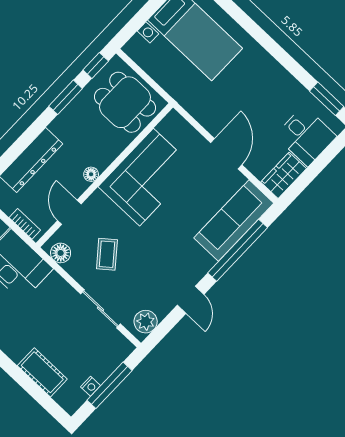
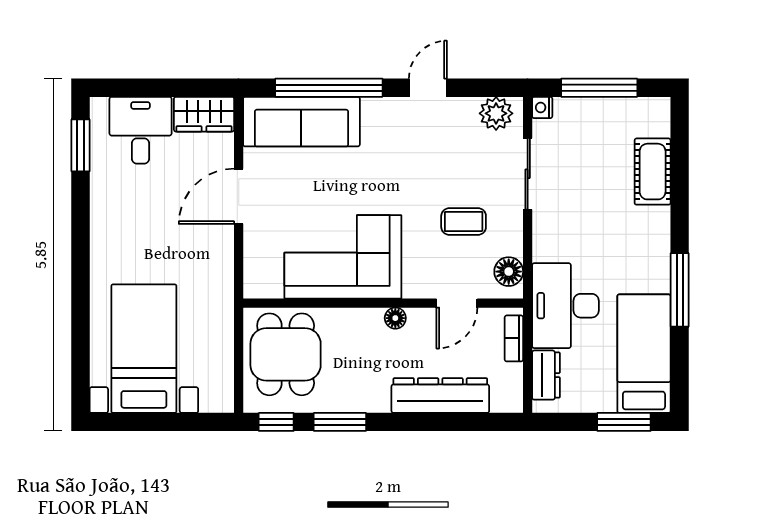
coffee table: (107, 254) -> (464, 222), turned 39
nightstand: (91, 386) -> (542, 107), moved, turned -90

